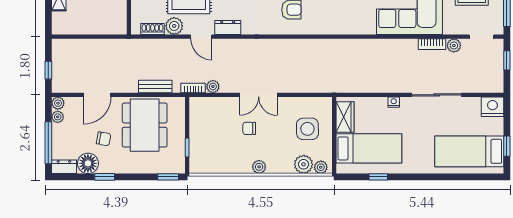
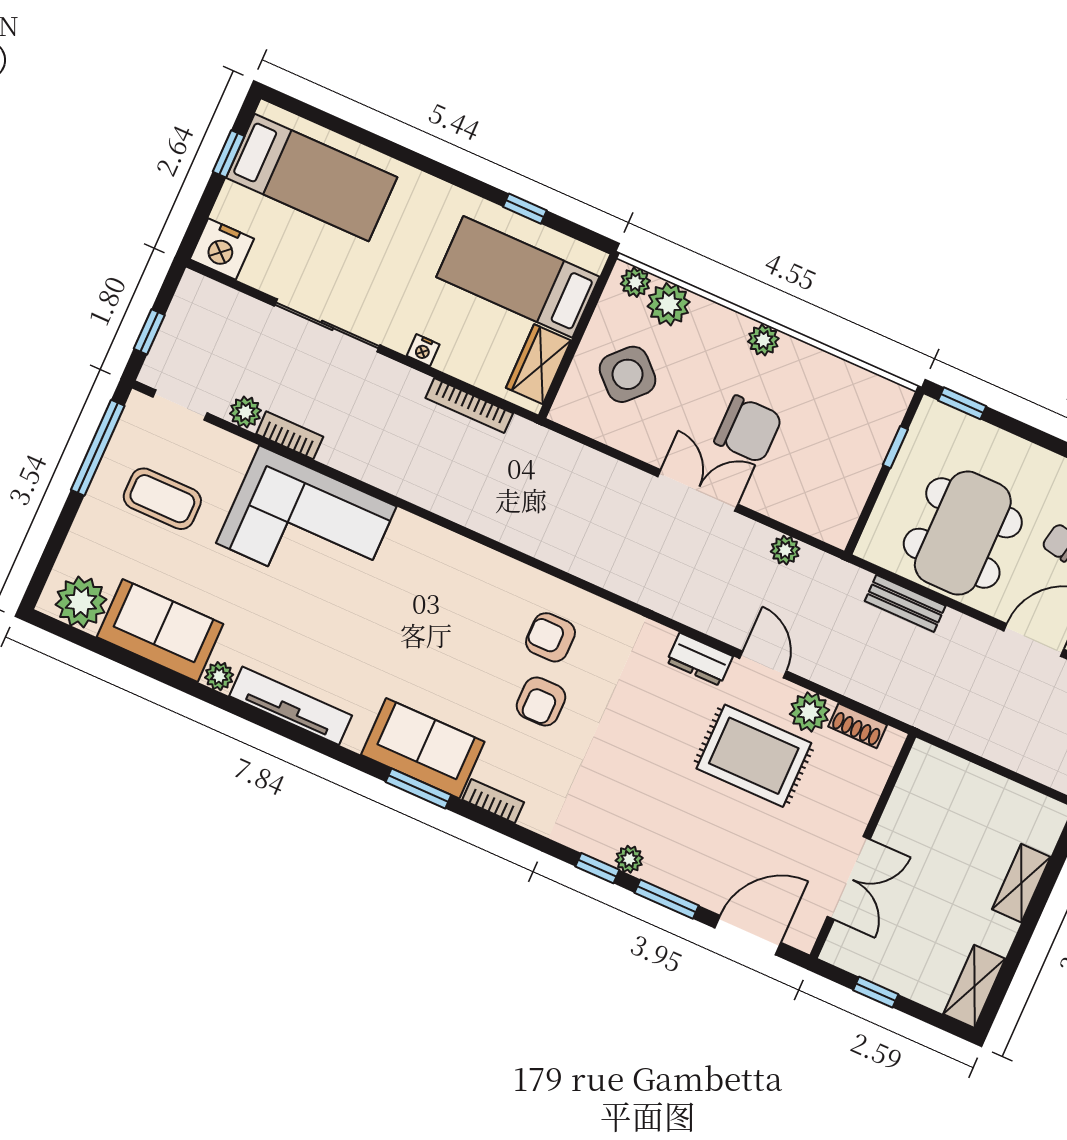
bookcase: (193, 88) -> (469, 406), moved, width x1.56
chair: (249, 128) -> (748, 429), width x1.87, depth x1.87
side table: (307, 129) -> (628, 374), turned 45

